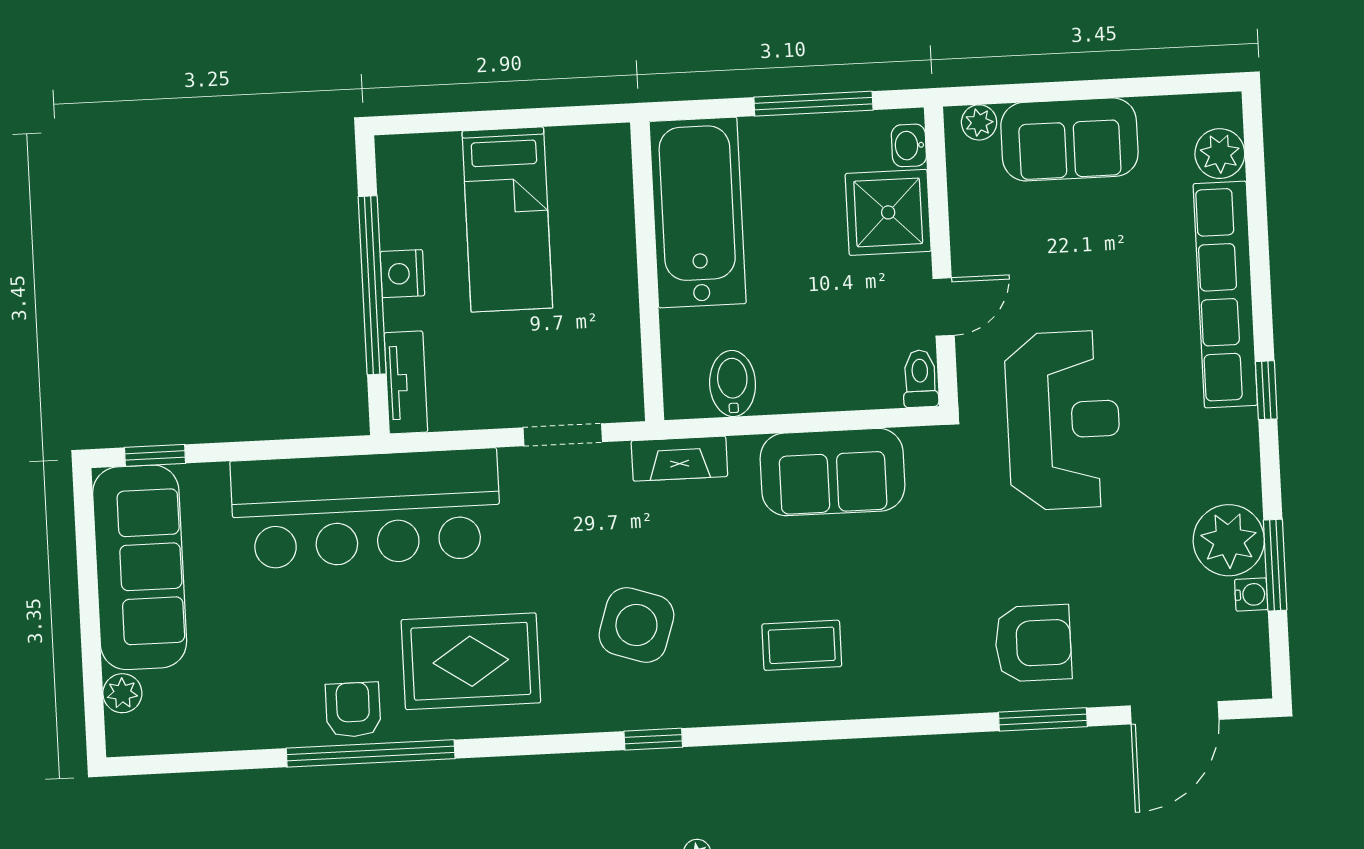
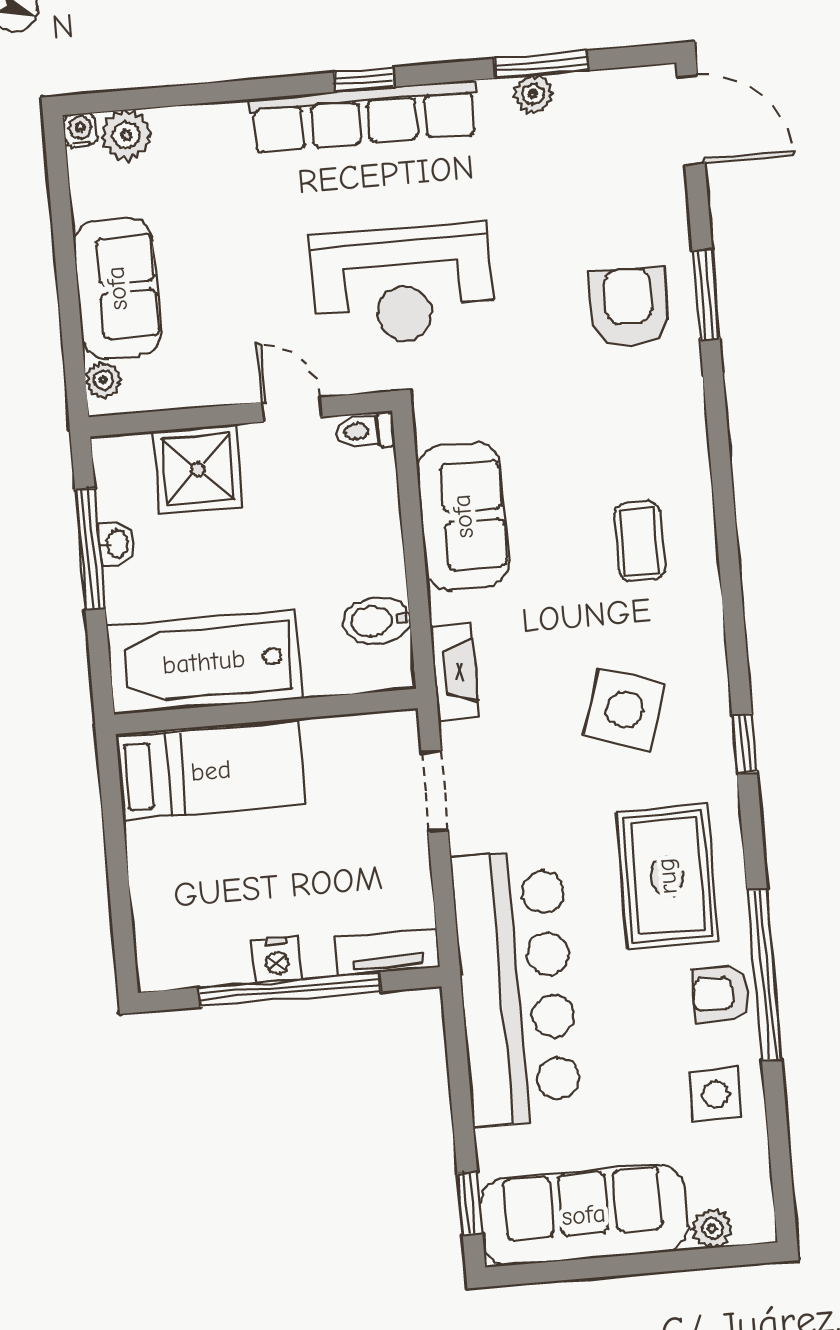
washbasin: (909, 145) -> (117, 544), moved, turned -90
bed: (507, 219) -> (211, 771), moved
row of seats: (1225, 294) -> (364, 116), moved
reception desk: (1063, 420) -> (402, 284), turned 180
plant: (1229, 540) -> (533, 94), width x0.53, depth x0.53
water cooler: (1251, 595) -> (80, 130), moved
side table: (254, 701) -> (716, 1094), added
door: (1175, 713) -> (691, 120), moved
window: (653, 739) -> (745, 743), moved

